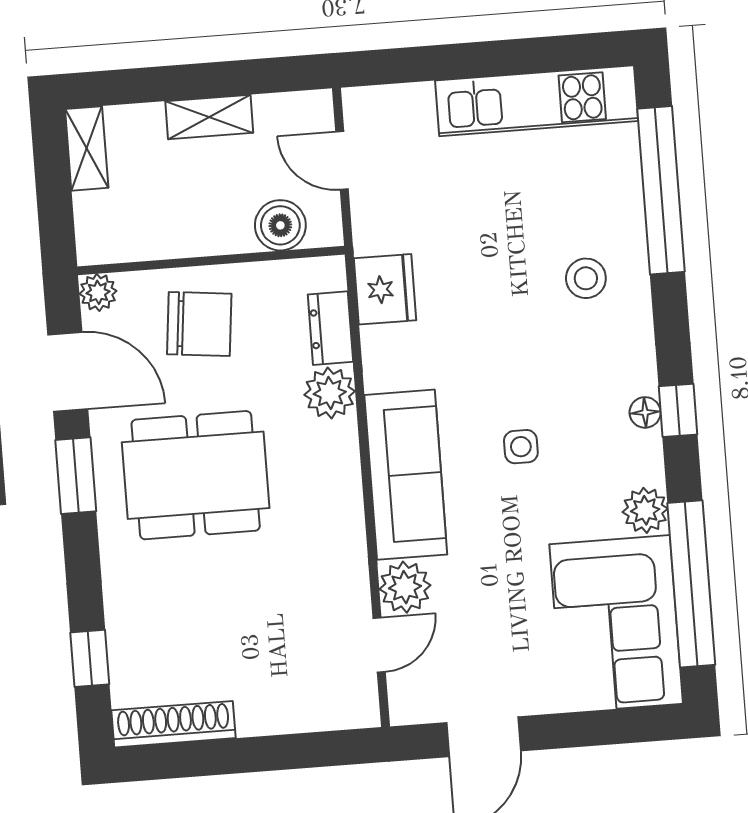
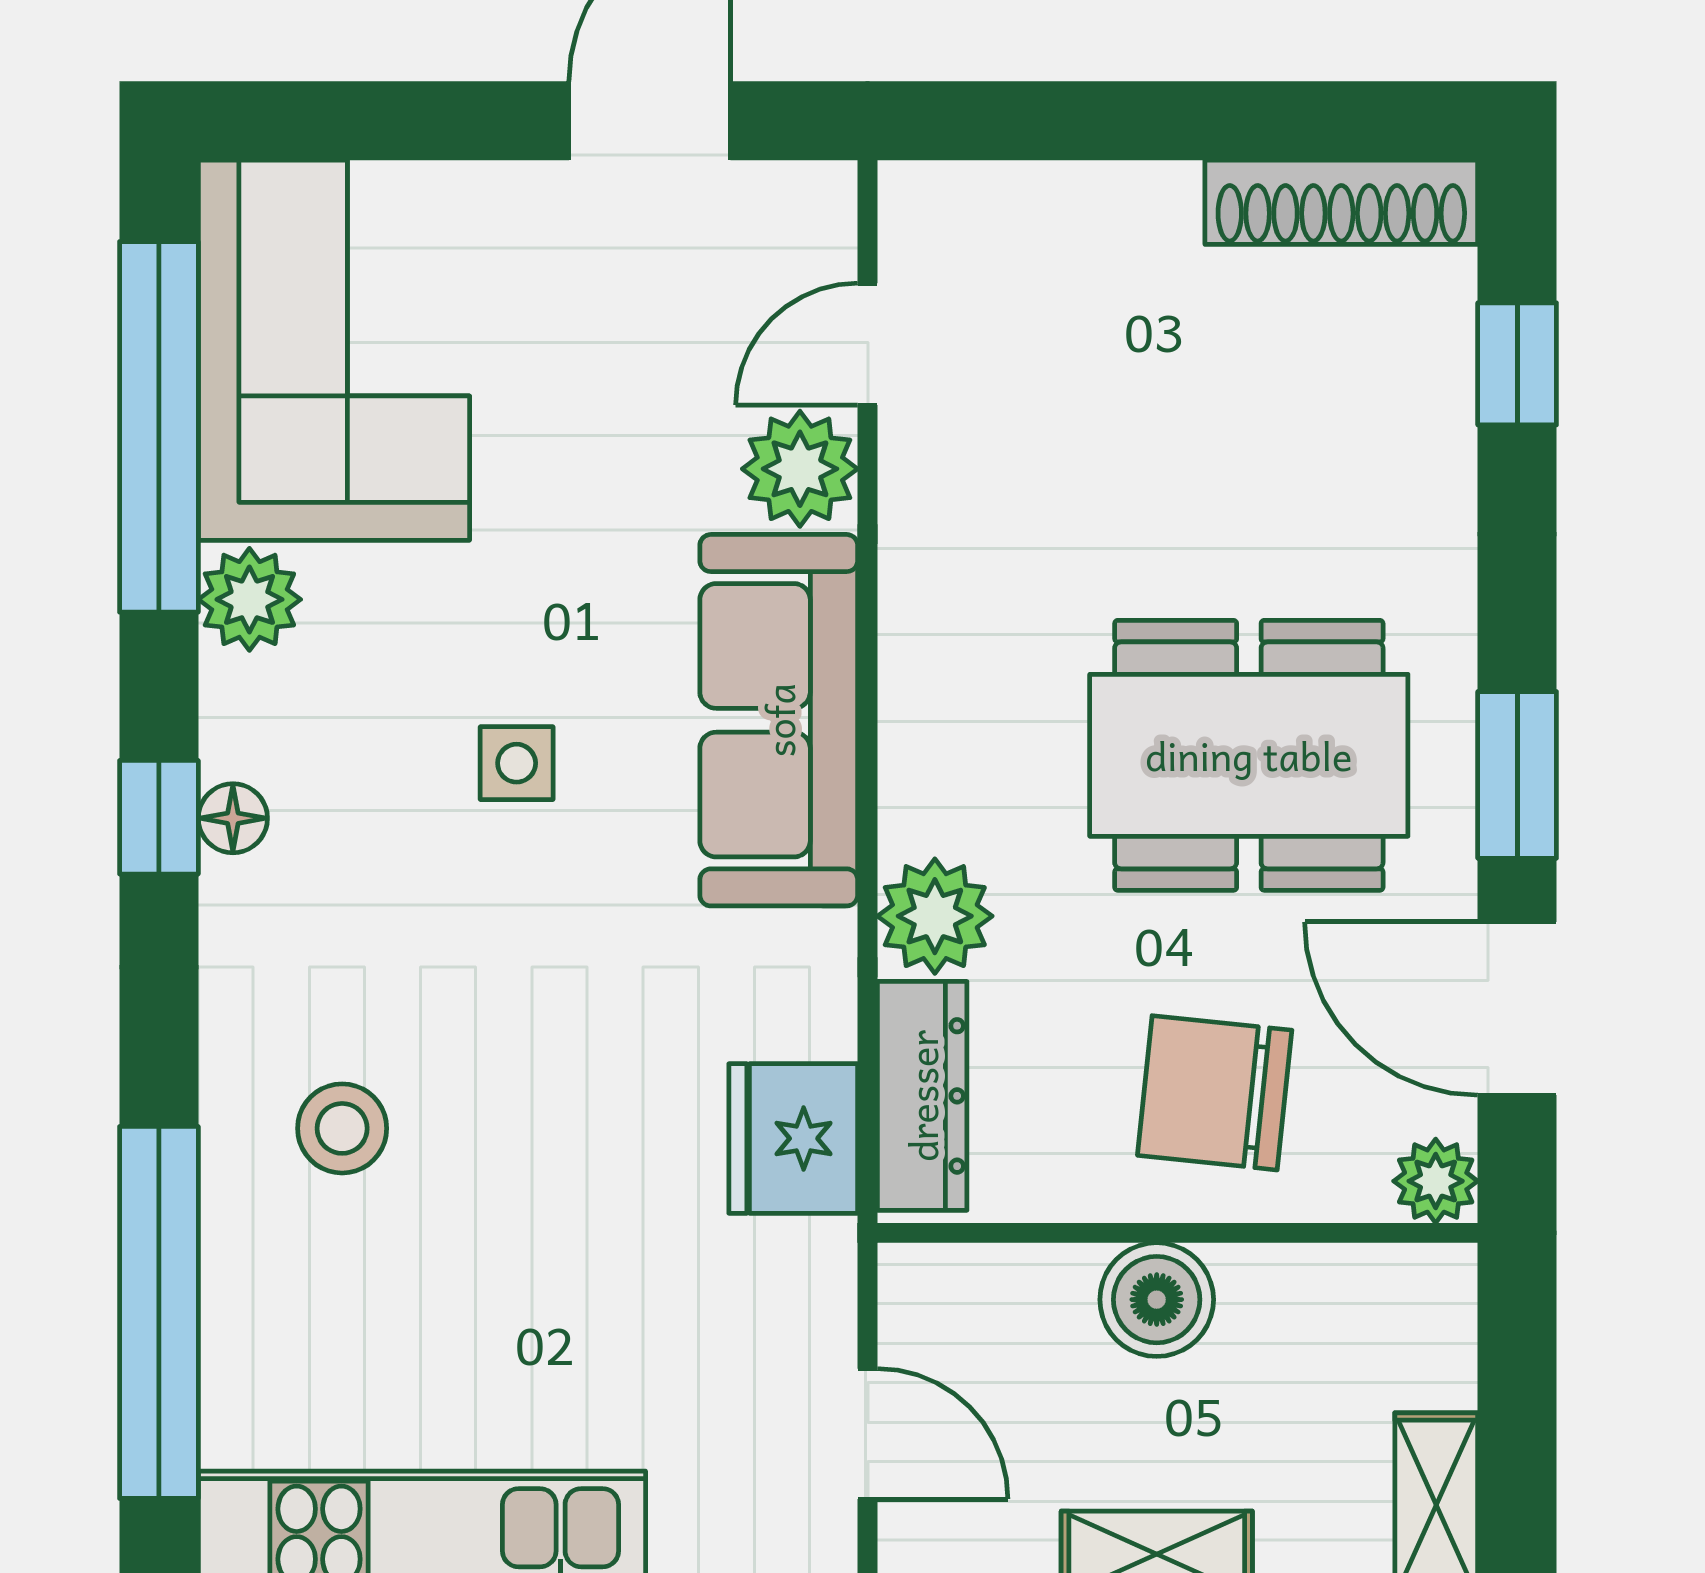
boiler: (280, 225) -> (1157, 1300), moved
dresser: (330, 328) -> (922, 1096), width x1.44

